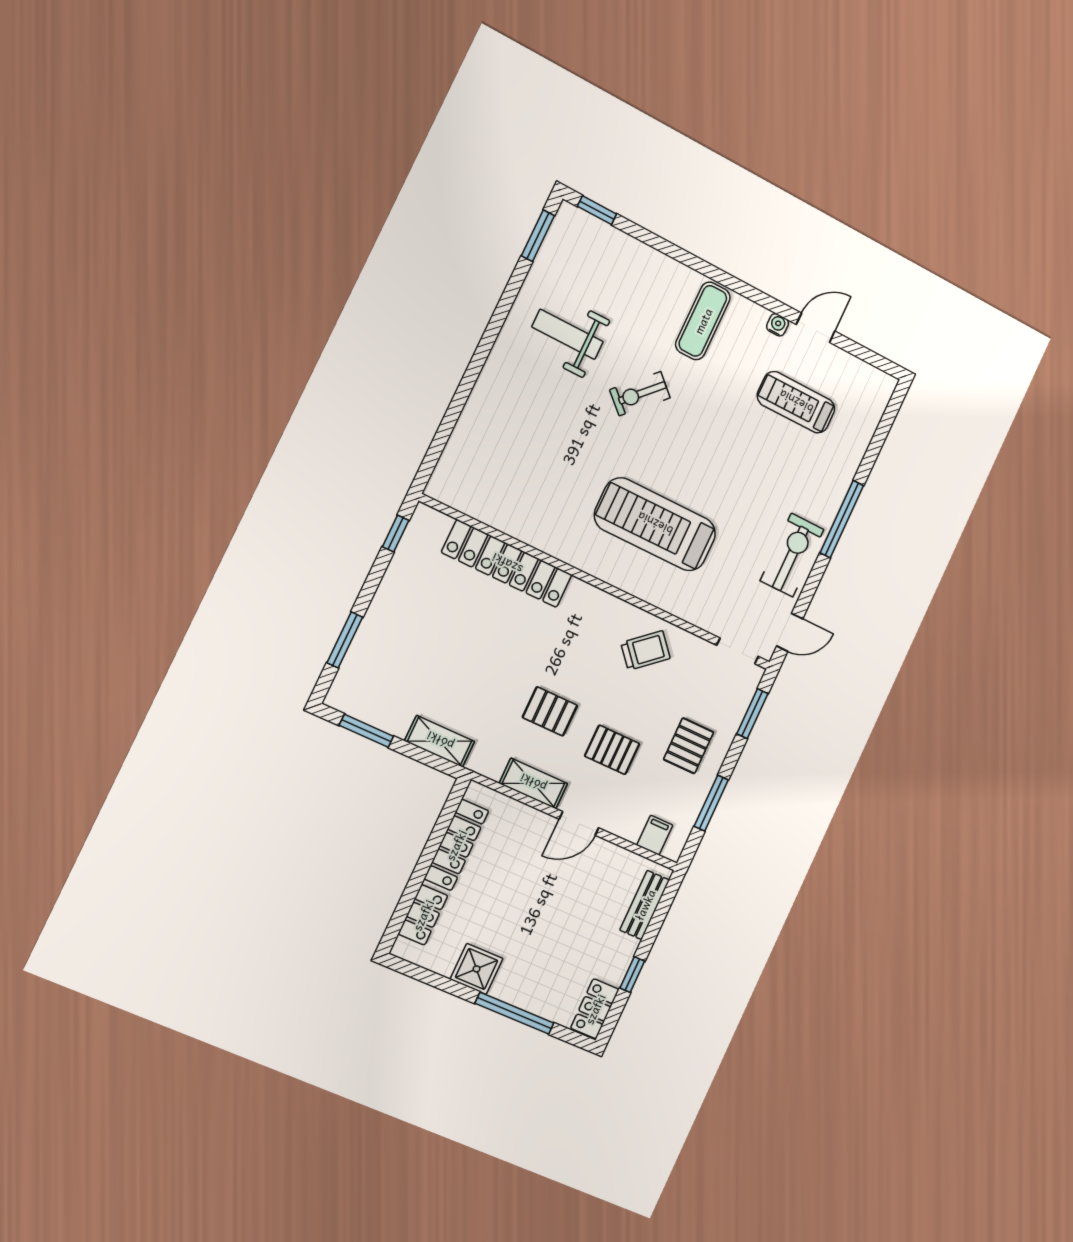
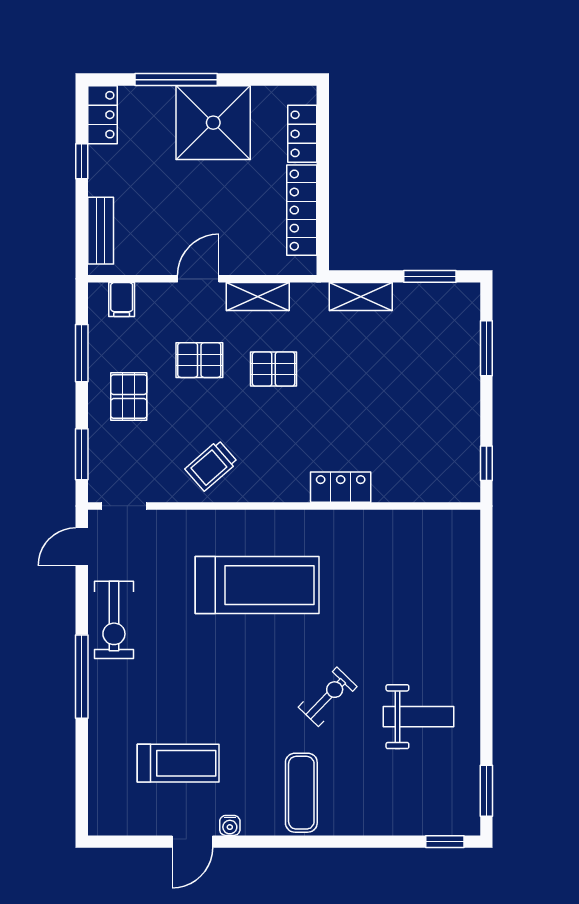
locker: (507, 564) -> (341, 487), width x0.46, depth x0.83
shower: (477, 969) -> (213, 123), width x1.86, depth x1.86

